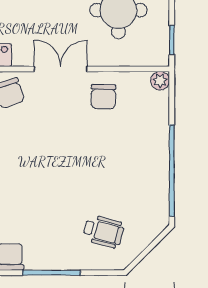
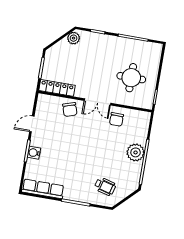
double door: (61, 69) -> (98, 102), swing flipped
plant: (160, 81) -> (136, 152), moved, width x1.87, depth x1.87

